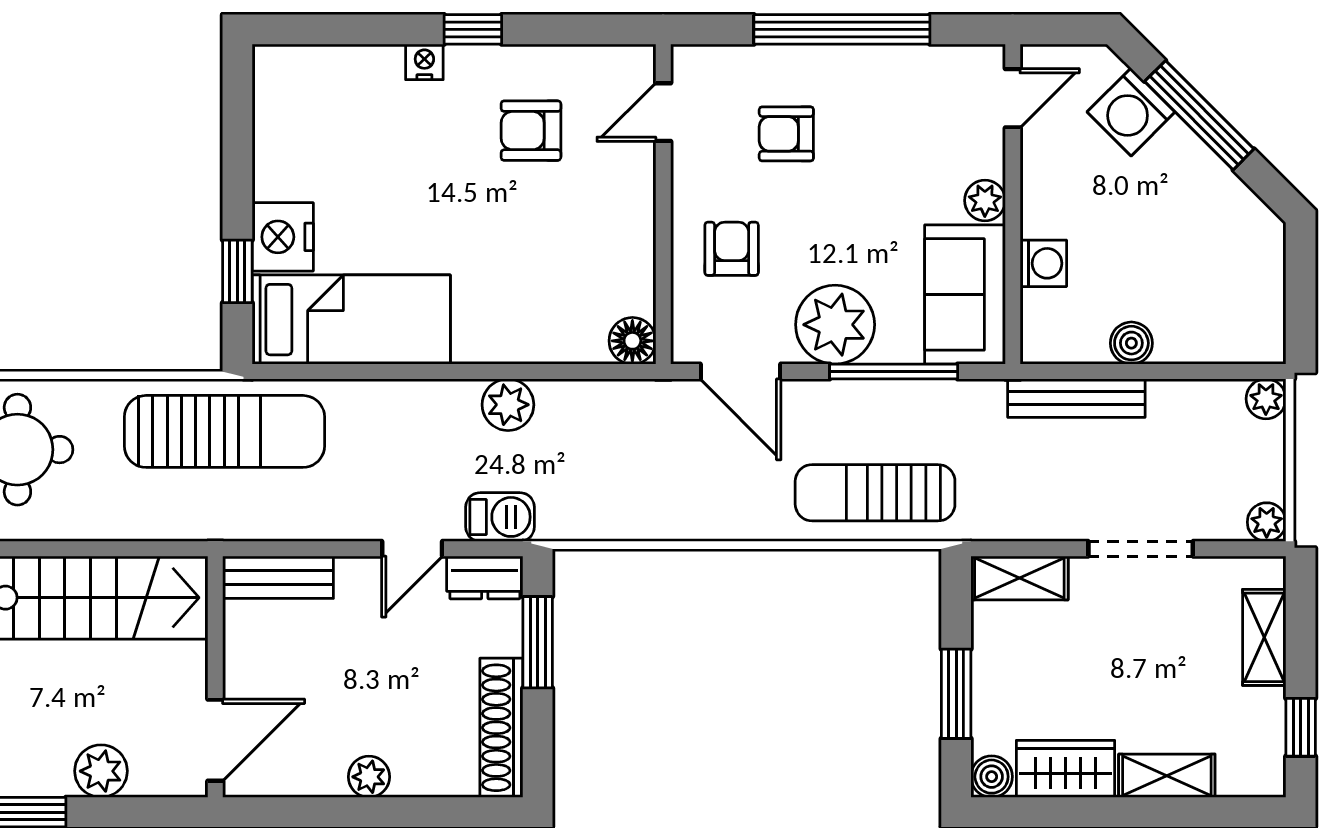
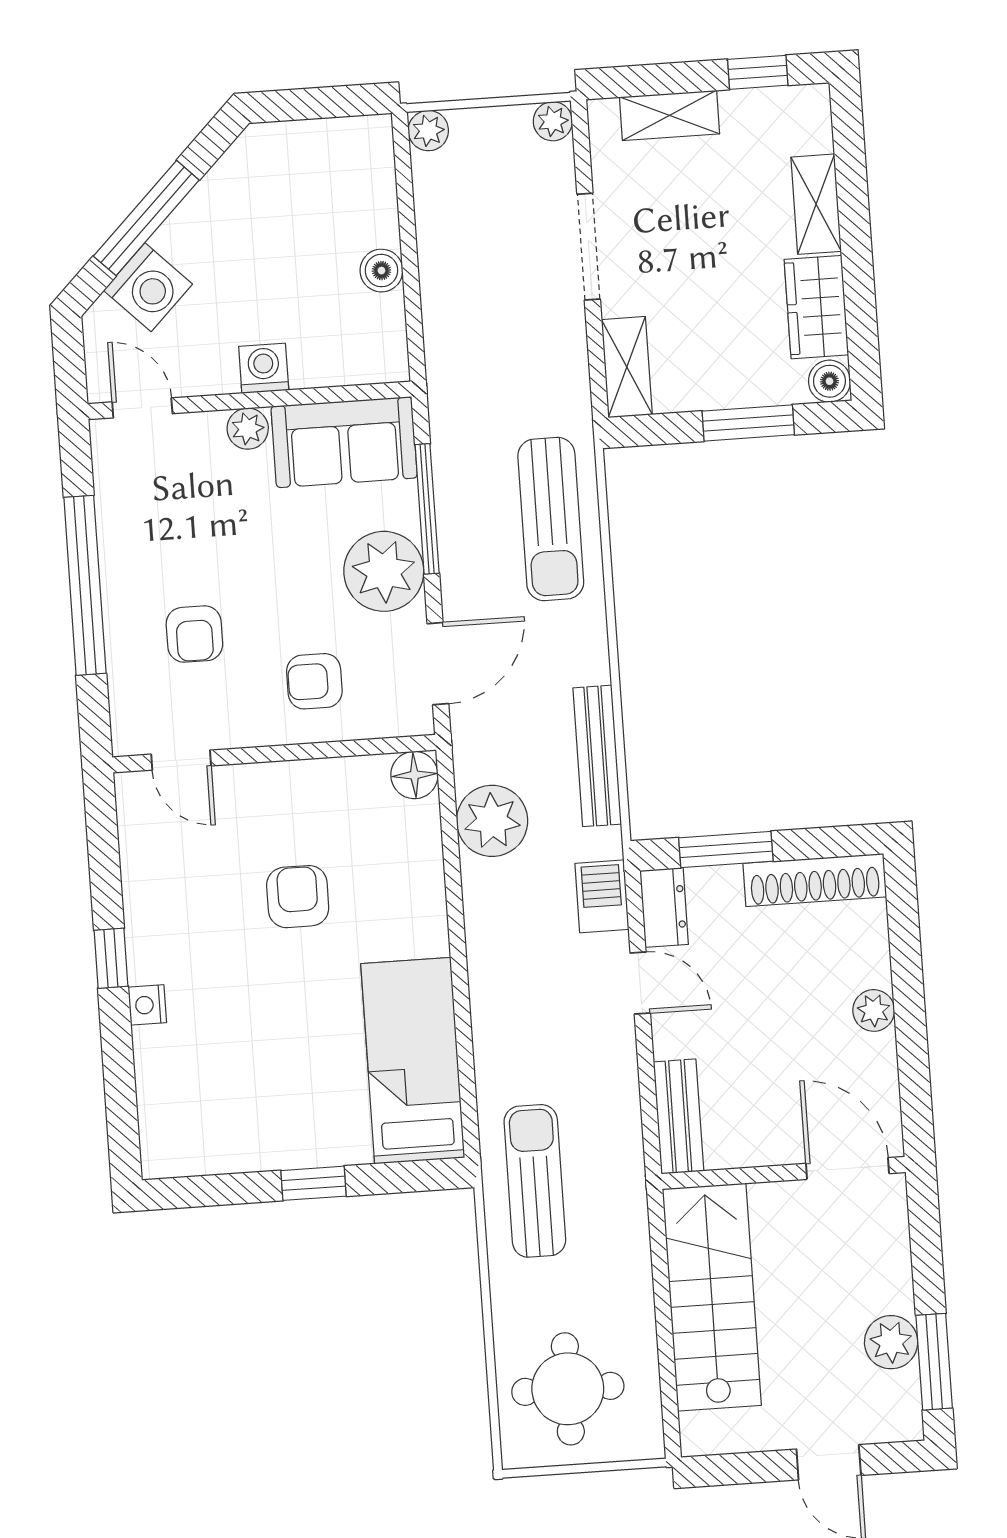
armchair: (531, 131) -> (298, 897), moved, turned 180
nightstand: (283, 237) -> (334, 1136), removed
washing machine: (1043, 263) -> (264, 368), moved
window: (237, 271) -> (313, 1183), moved
bench: (1076, 398) -> (597, 756), moved
plant: (508, 405) -> (492, 821), moved, width x1.36, depth x1.36
sun lounger: (224, 431) -> (535, 1181), width x0.73, depth x0.75
plant: (101, 771) -> (891, 1342), moved

